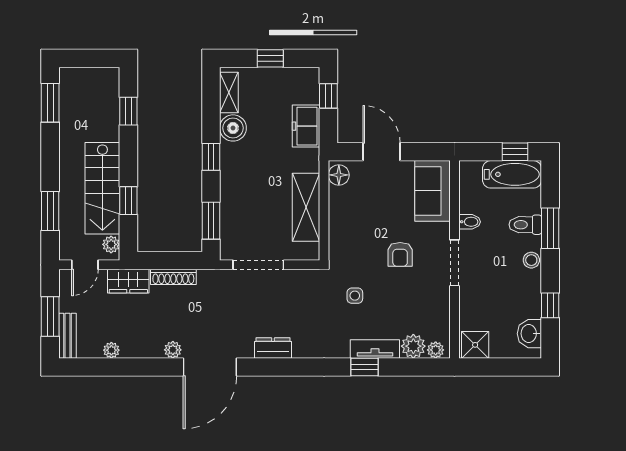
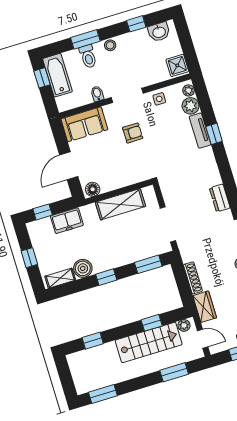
side table: (355, 296) -> (159, 99), moved

